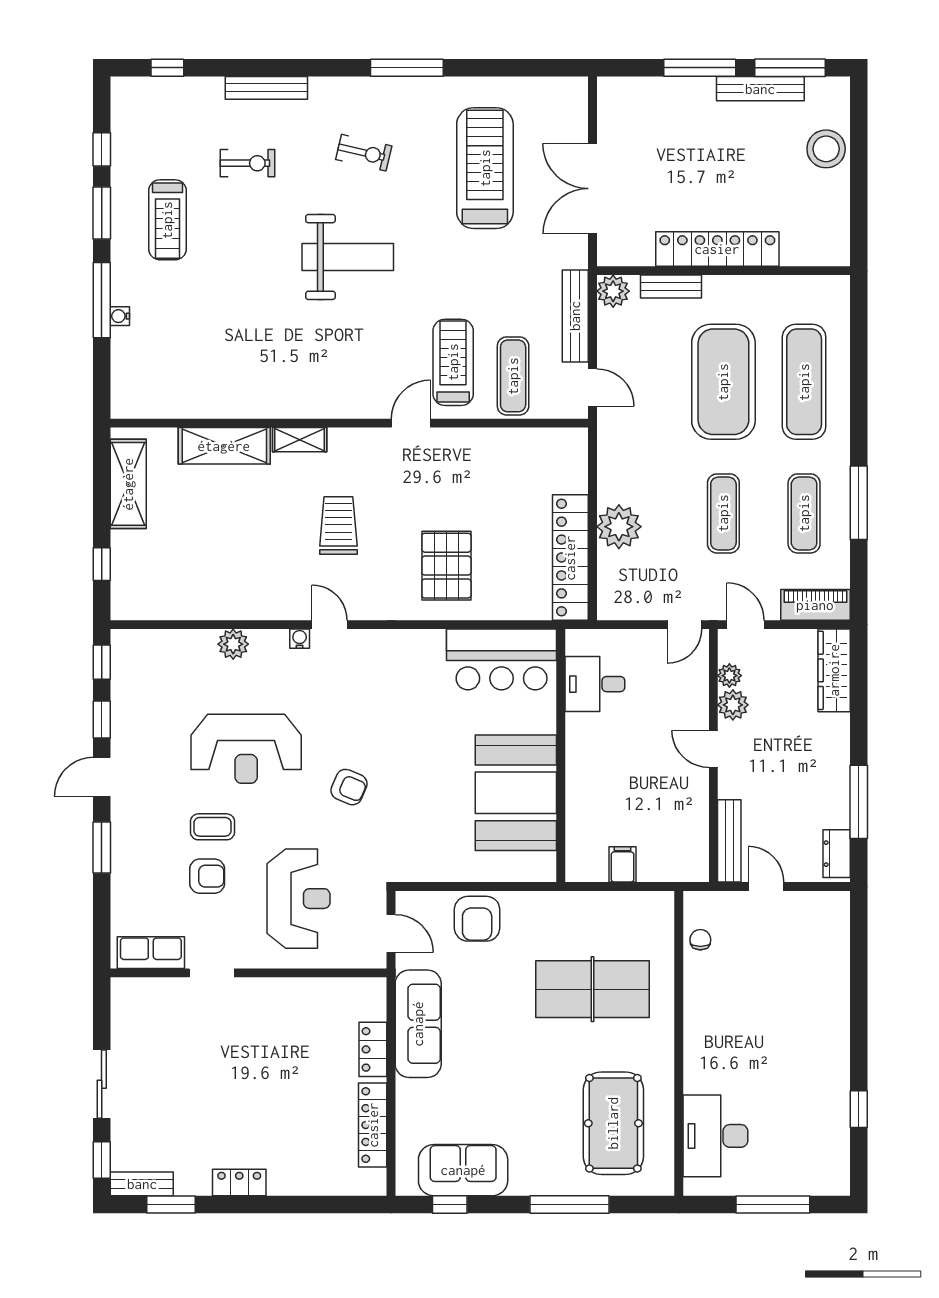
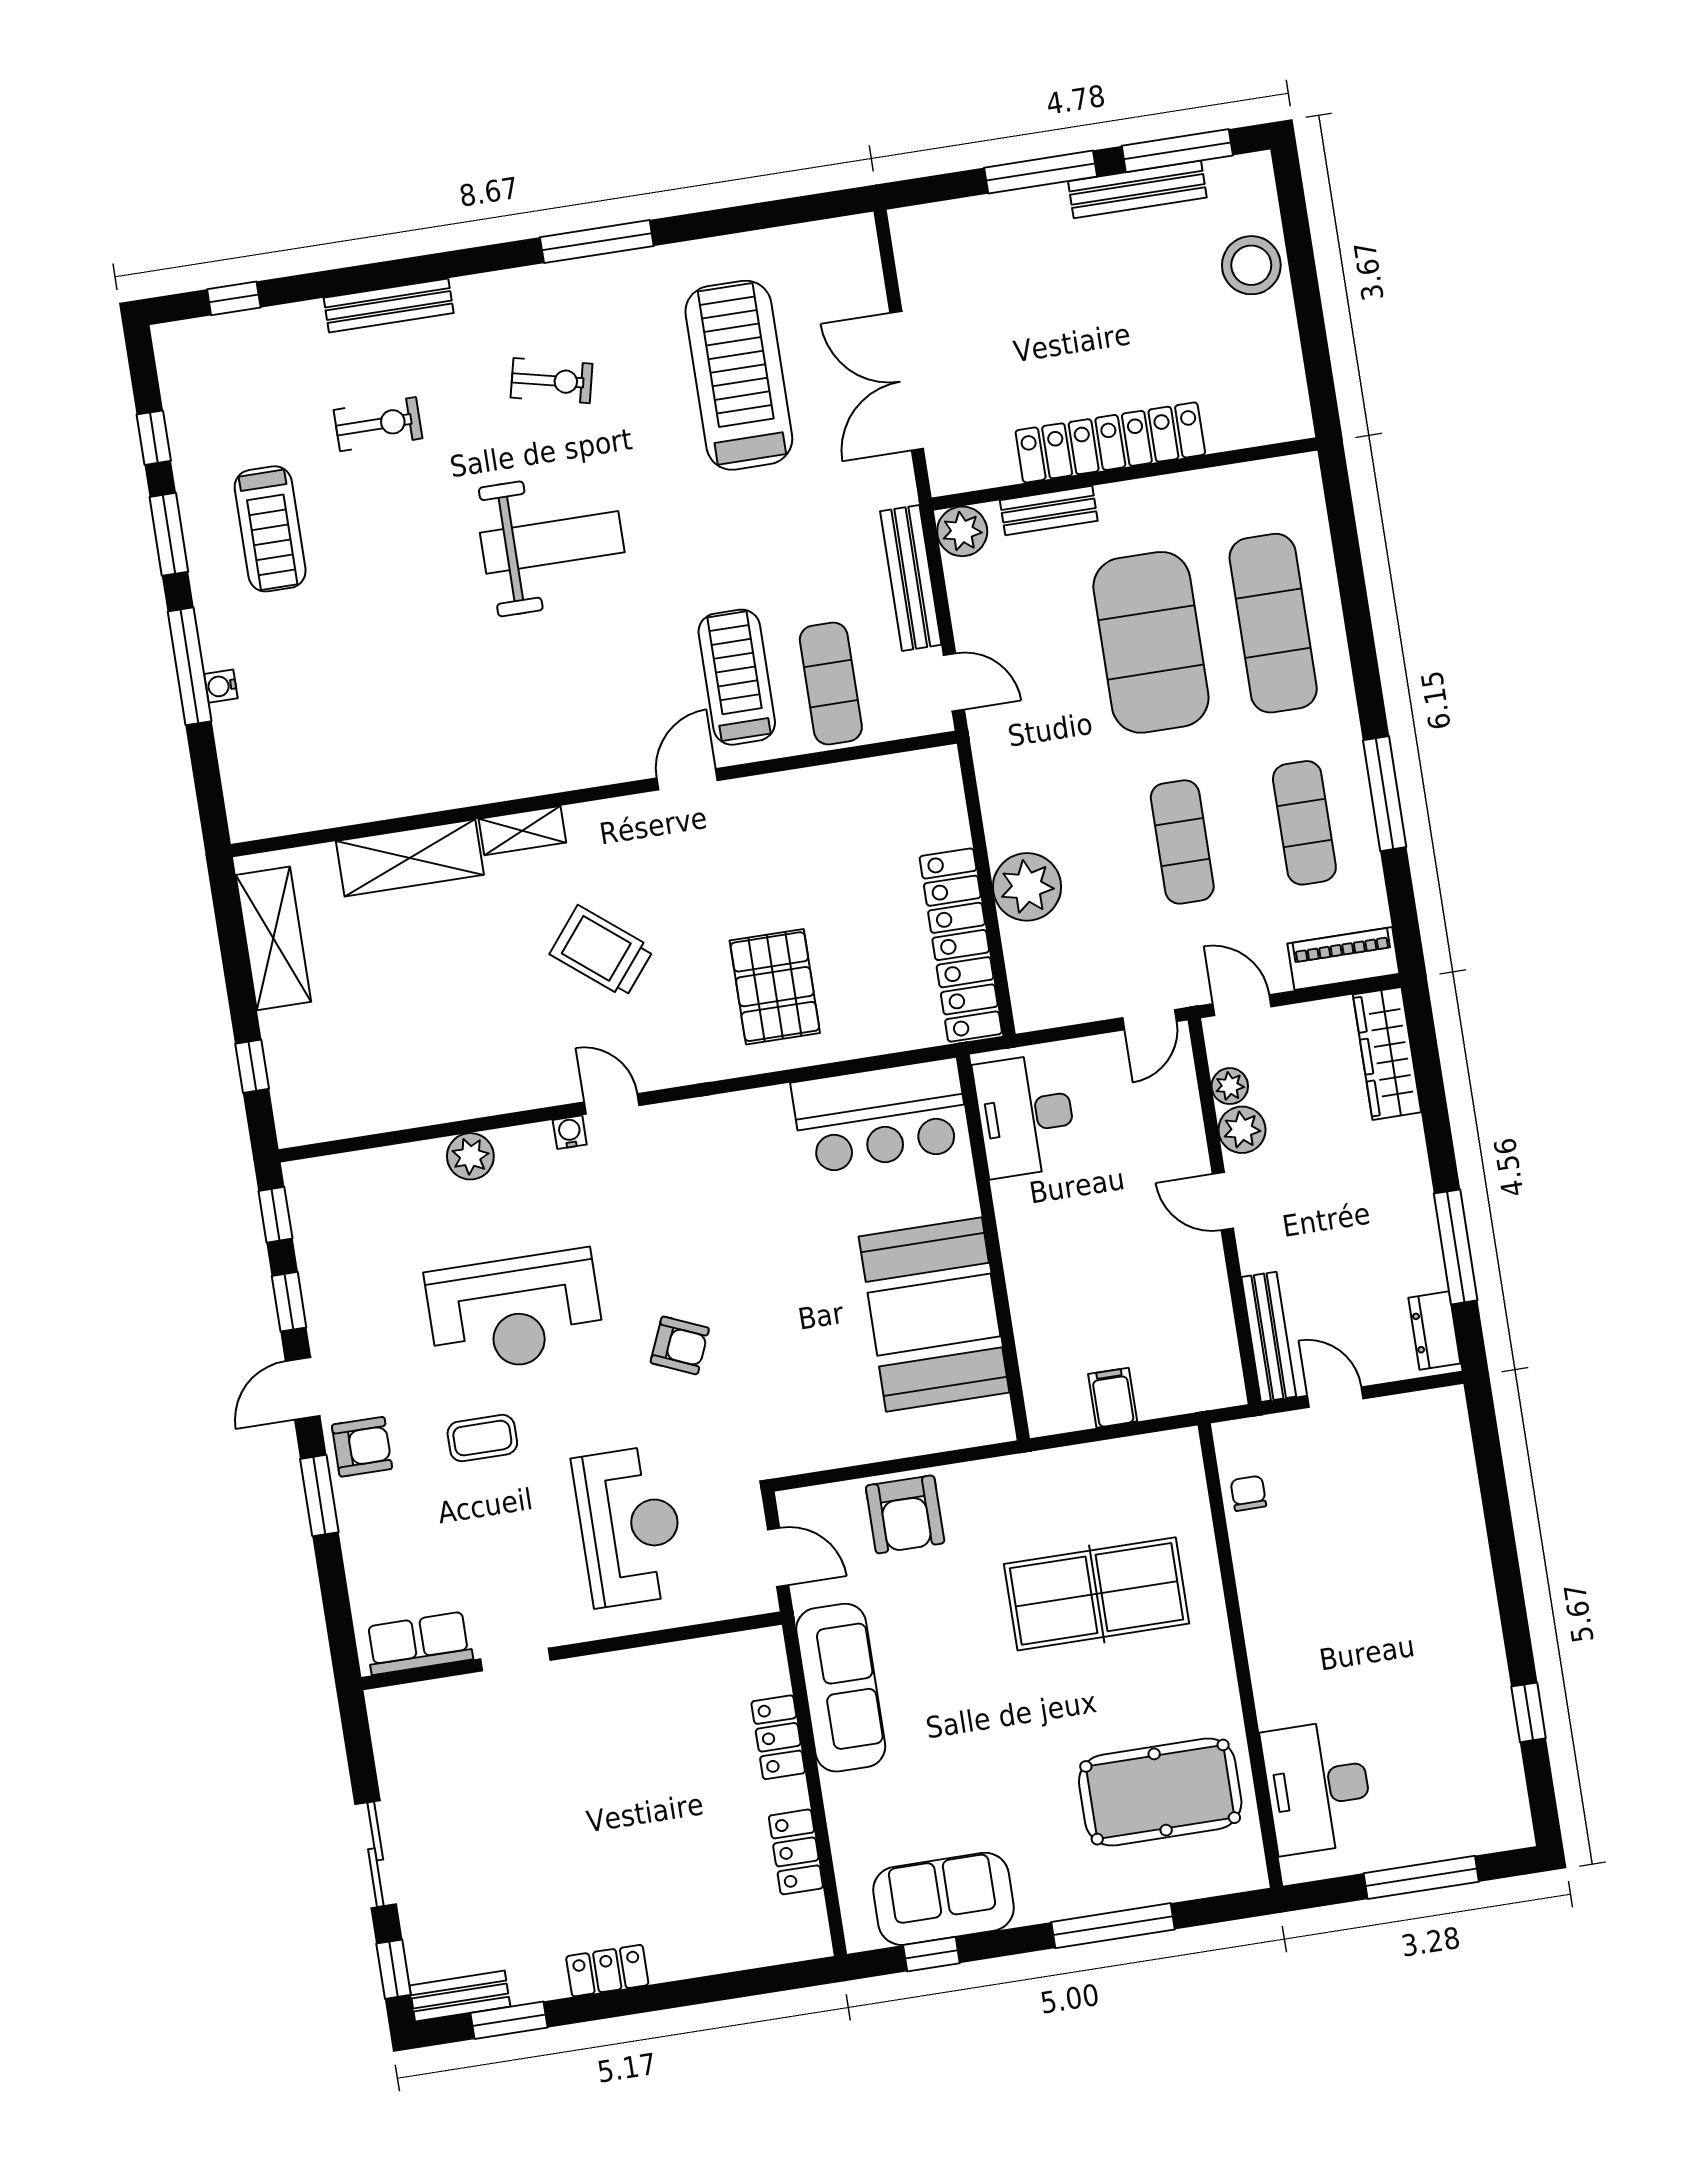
trolley: (338, 525) -> (602, 951), turned -51
desk: (595, 684) -> (1025, 1115), width x1.37
armchair: (207, 876) -> (362, 1447), moved
pool table: (613, 1123) -> (1160, 1792), turned 90
locker: (373, 1125) -> (796, 1852), width x0.66

